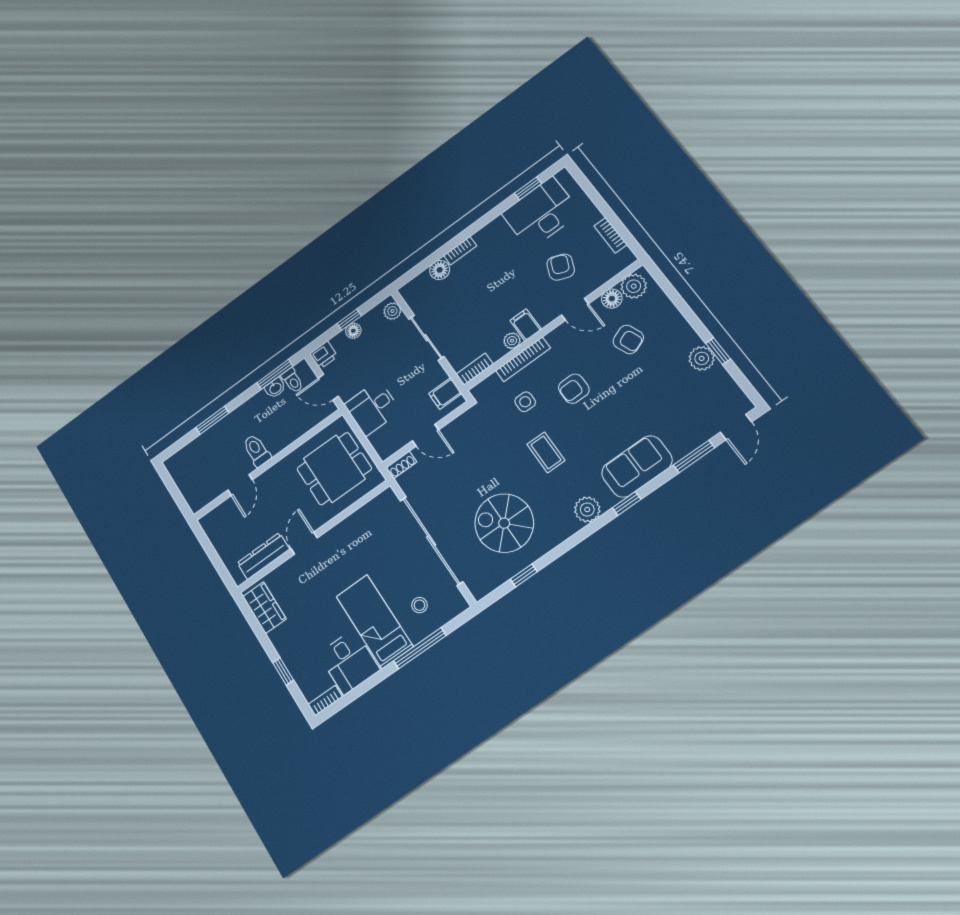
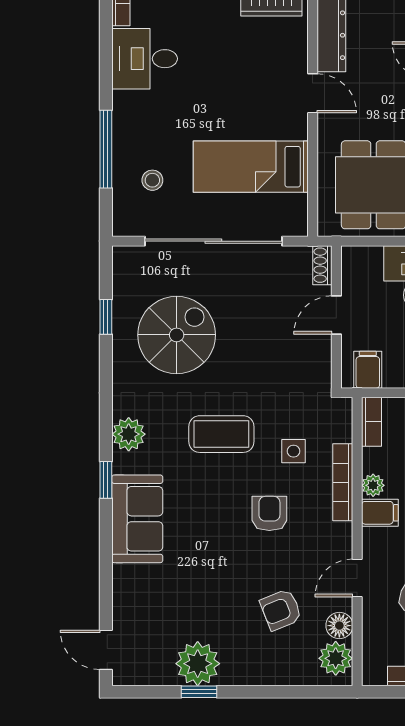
plant: (702, 358) -> (198, 664), width x1.36, depth x1.36
coffee table: (546, 452) -> (221, 434), width x1.36, depth x1.30
window: (694, 456) -> (106, 585), removed
bed: (374, 621) -> (251, 167), moved, turned 180

